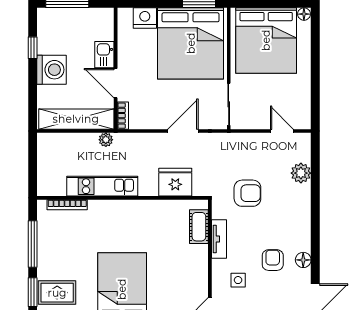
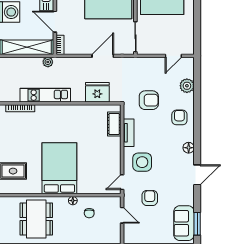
door: (282, 131) -> (173, 56), swing flipped
armchair: (273, 260) -> (179, 117), moved
side table: (238, 280) -> (142, 162), width x1.87, depth x1.87

